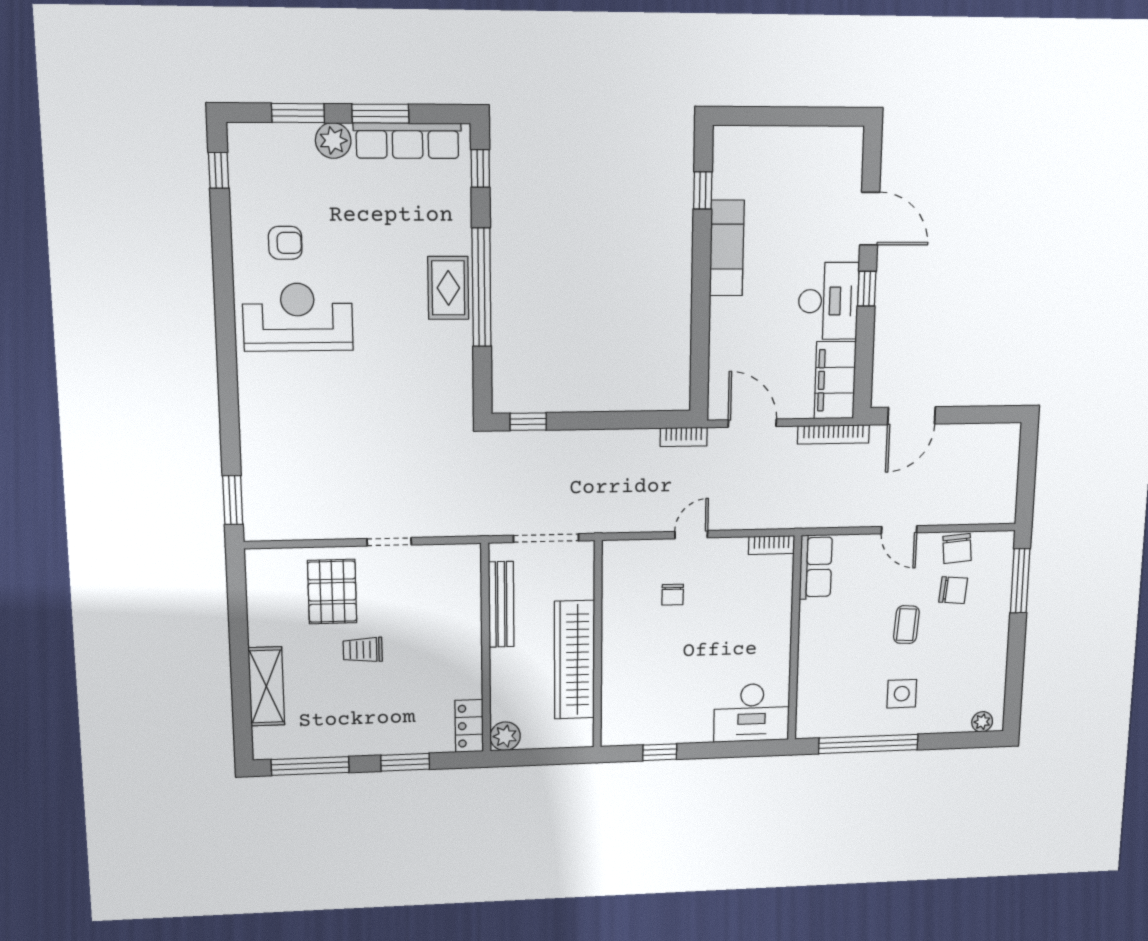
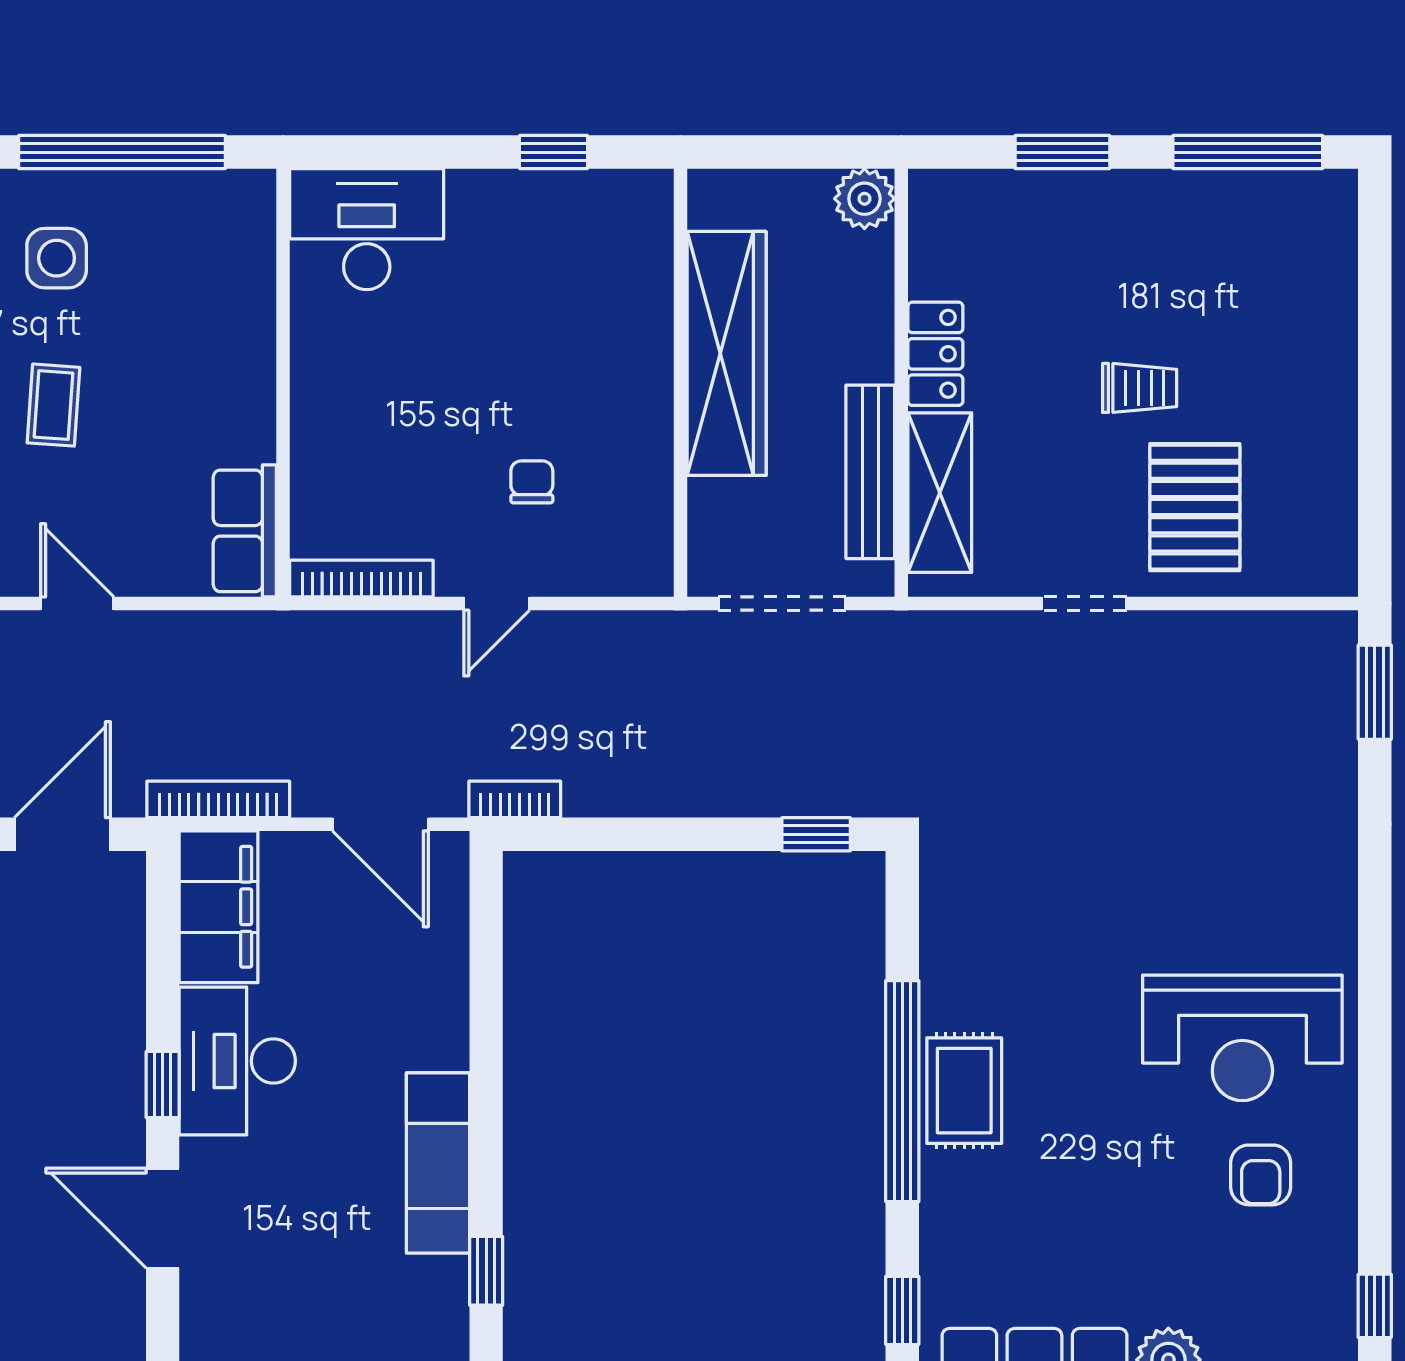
armchair: (285, 243) -> (1261, 1175), turned -90
bookcase: (772, 545) -> (361, 579), width x1.56
shelving: (266, 686) -> (940, 493), moved
locker: (469, 726) -> (935, 354), moved

